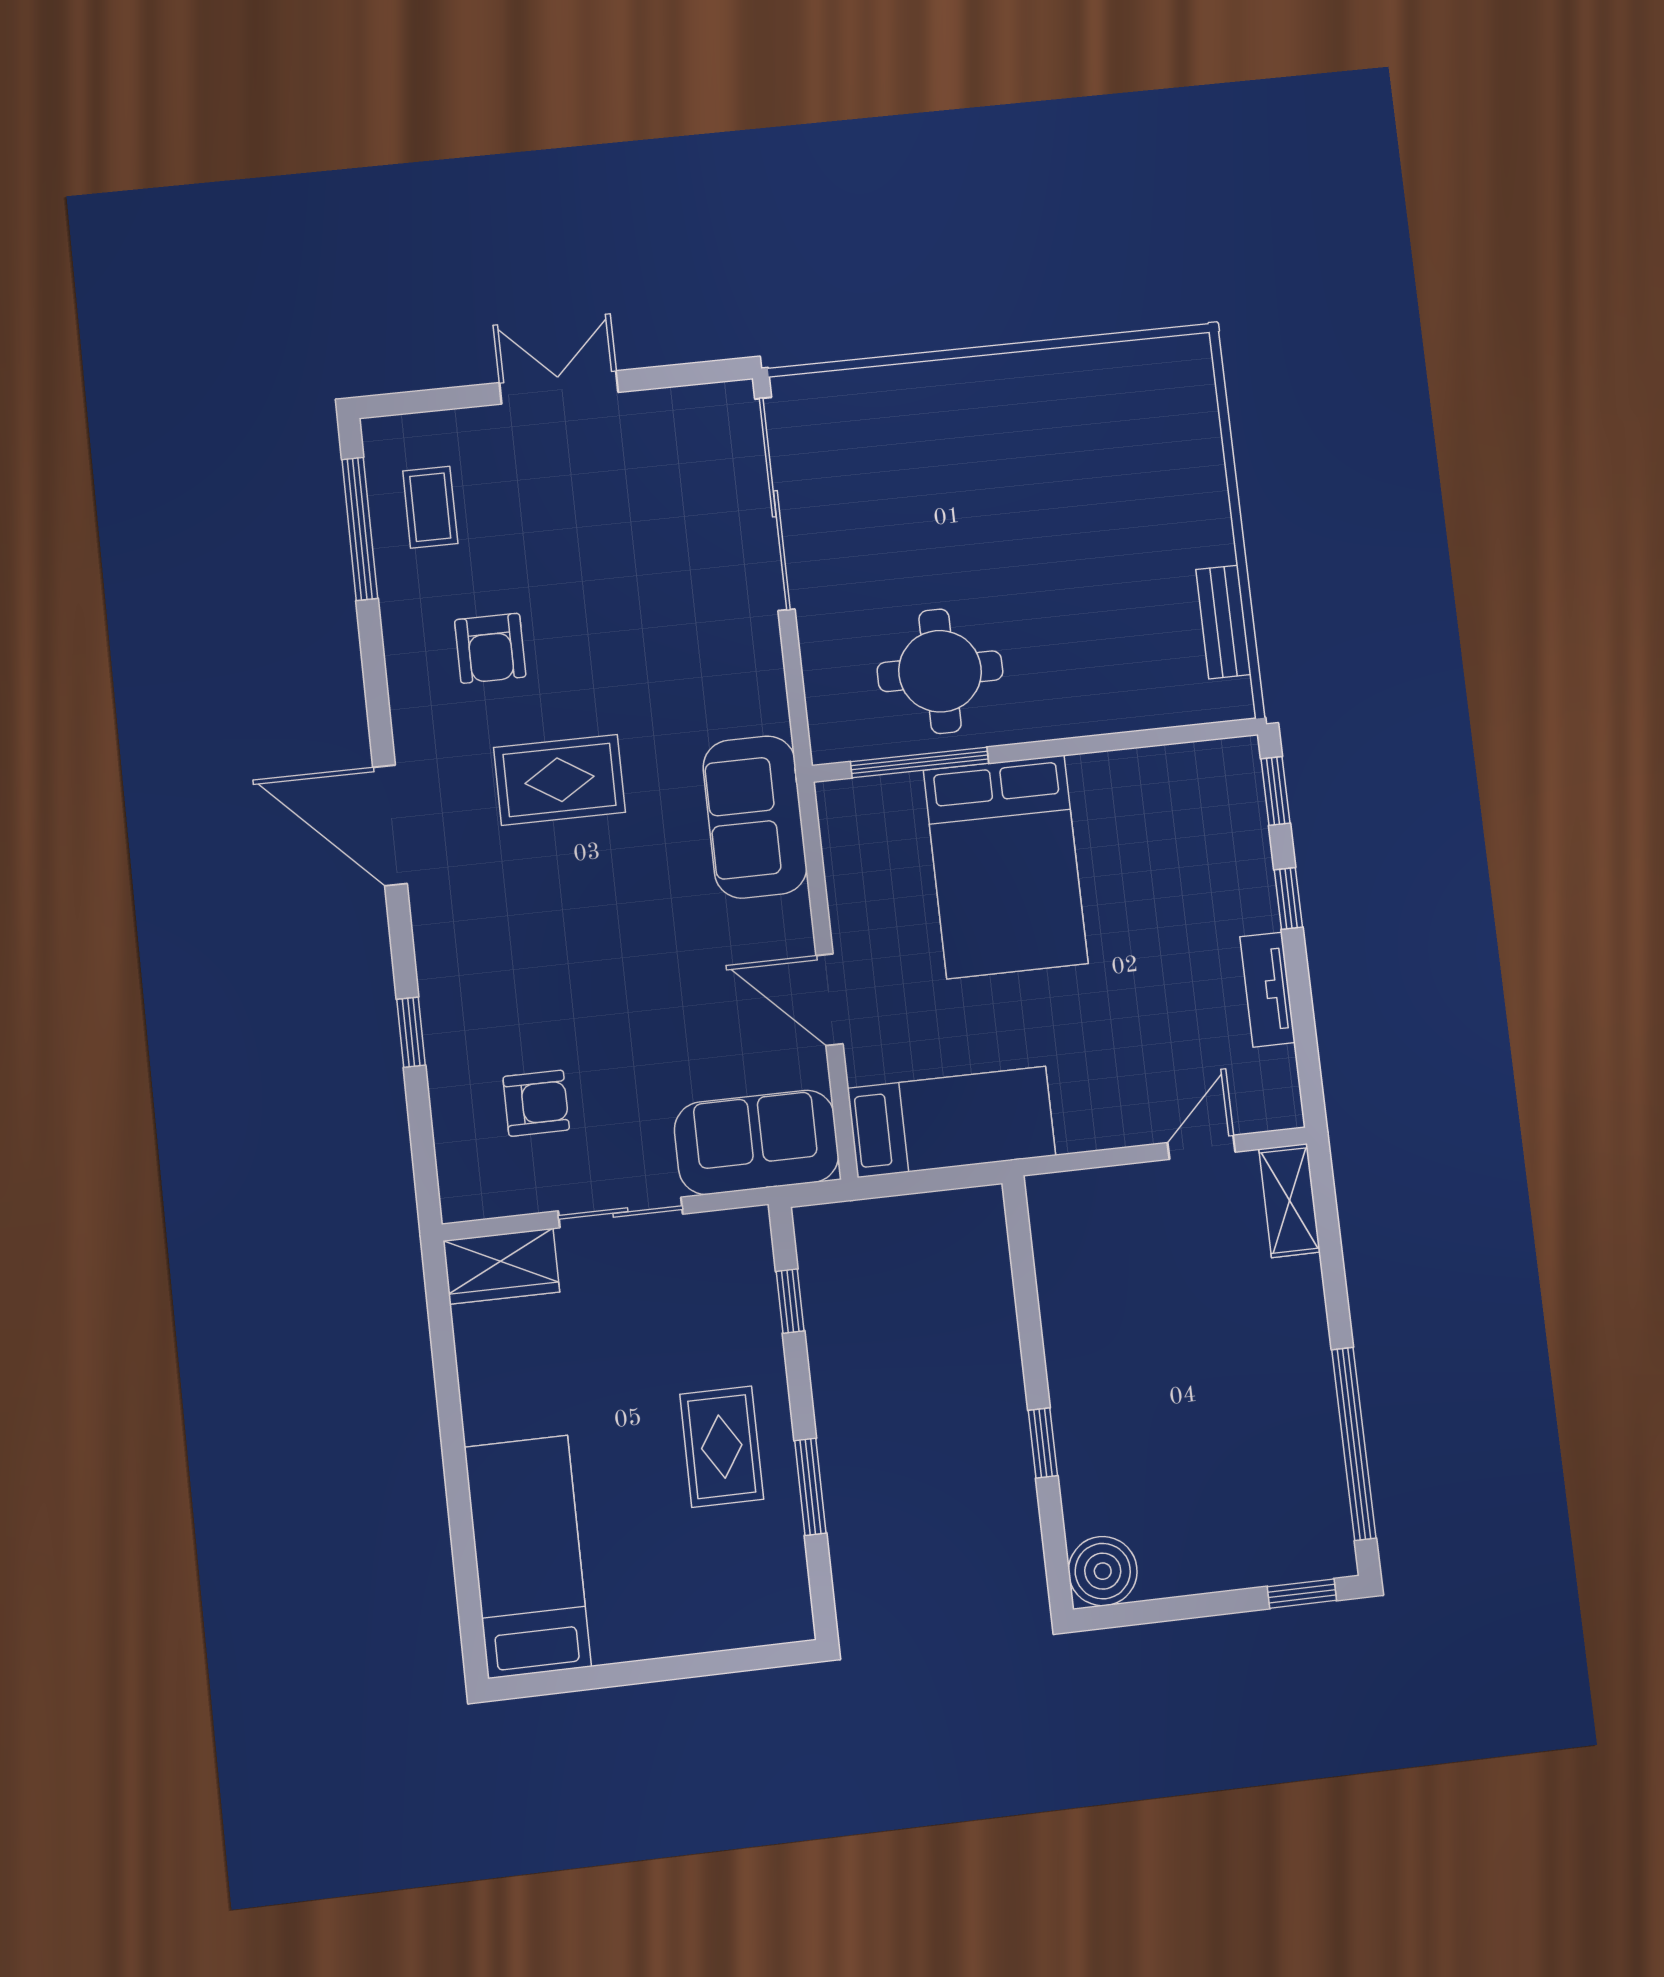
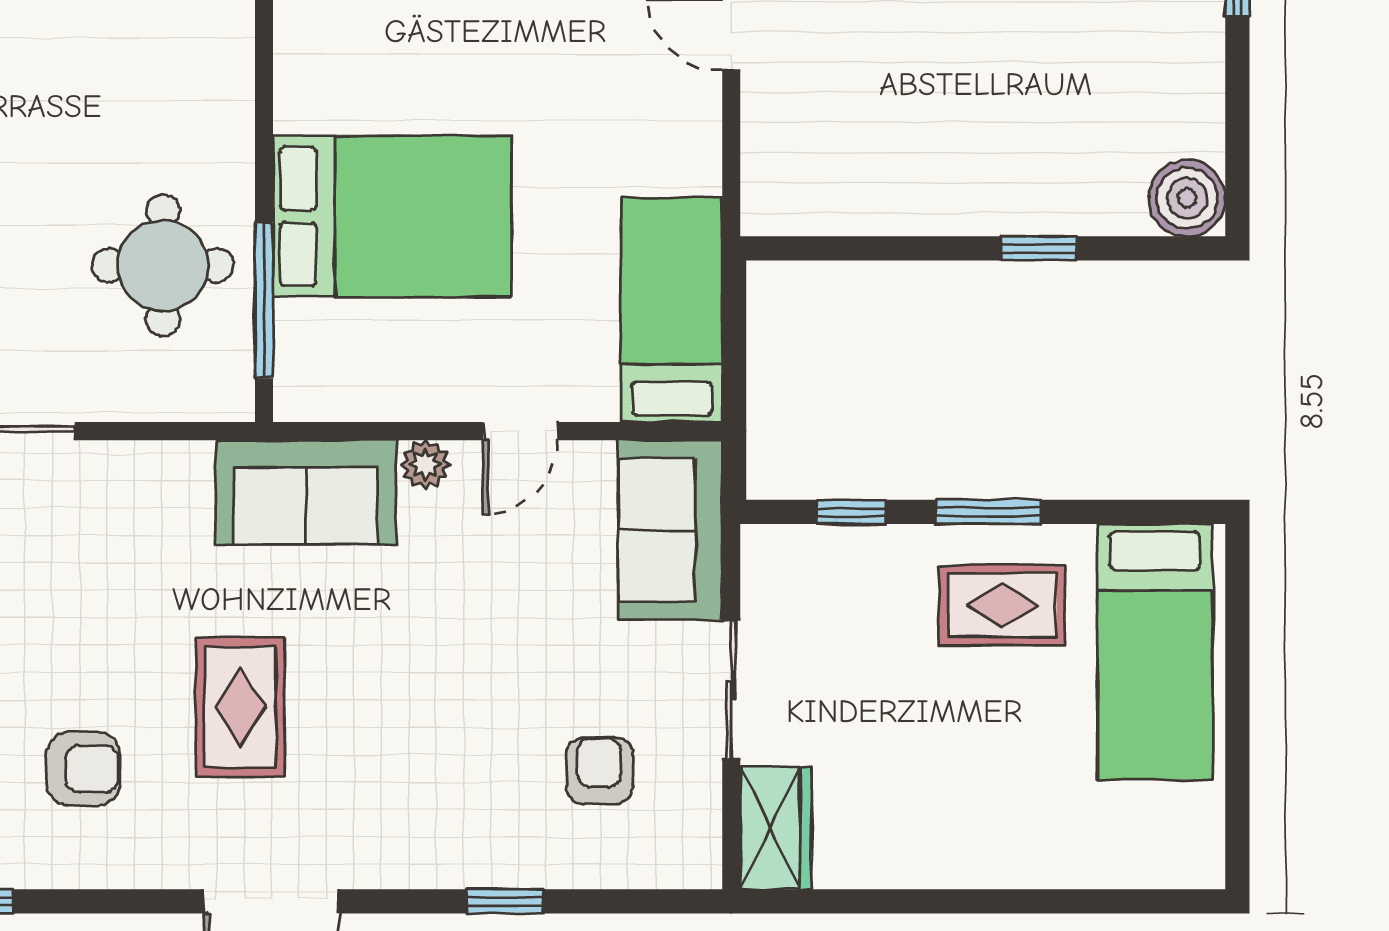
plant: (791, 919) -> (425, 465), added
door: (830, 1000) -> (520, 431), width x0.73
window: (810, 1487) -> (988, 512), moved
bed: (528, 1557) -> (1155, 652), moved, turned -90

